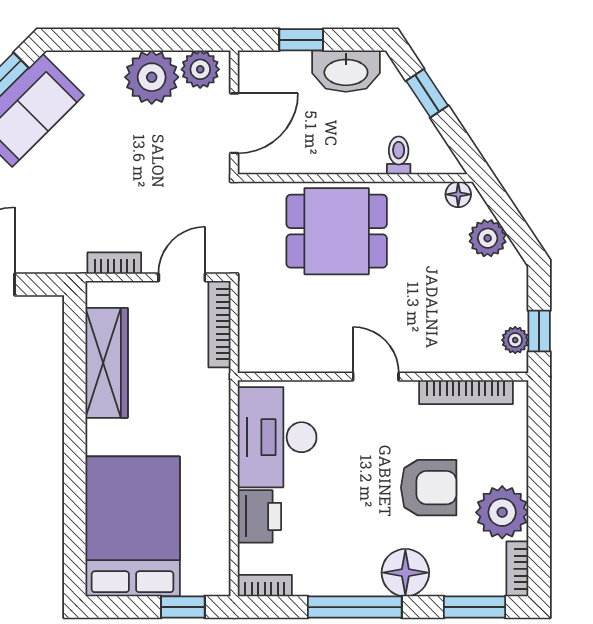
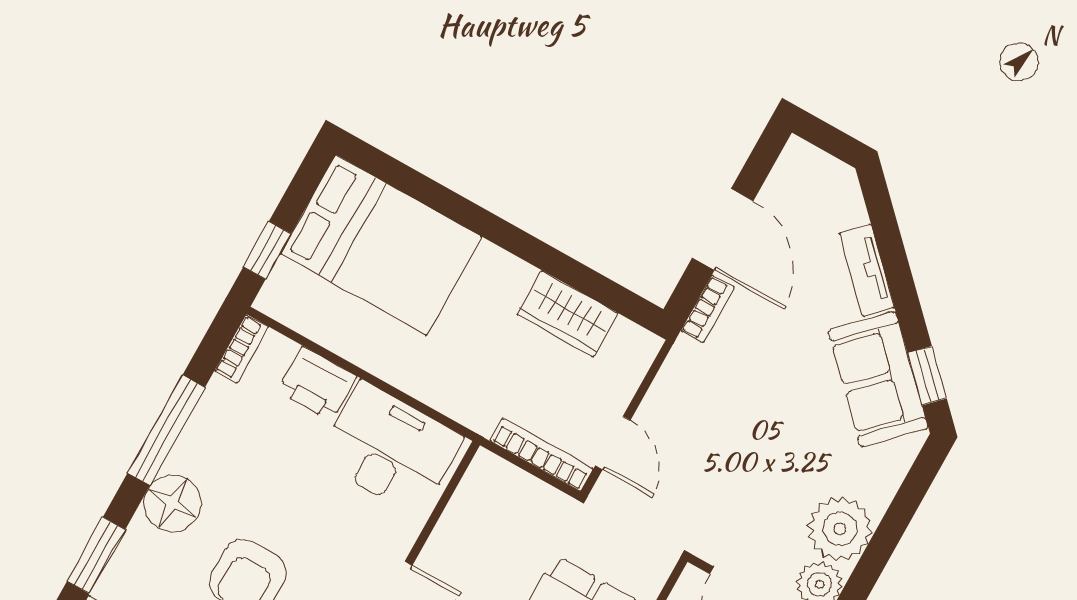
bookcase: (114, 263) -> (708, 309), moved
wardrobe: (107, 363) -> (568, 314), width x0.67

